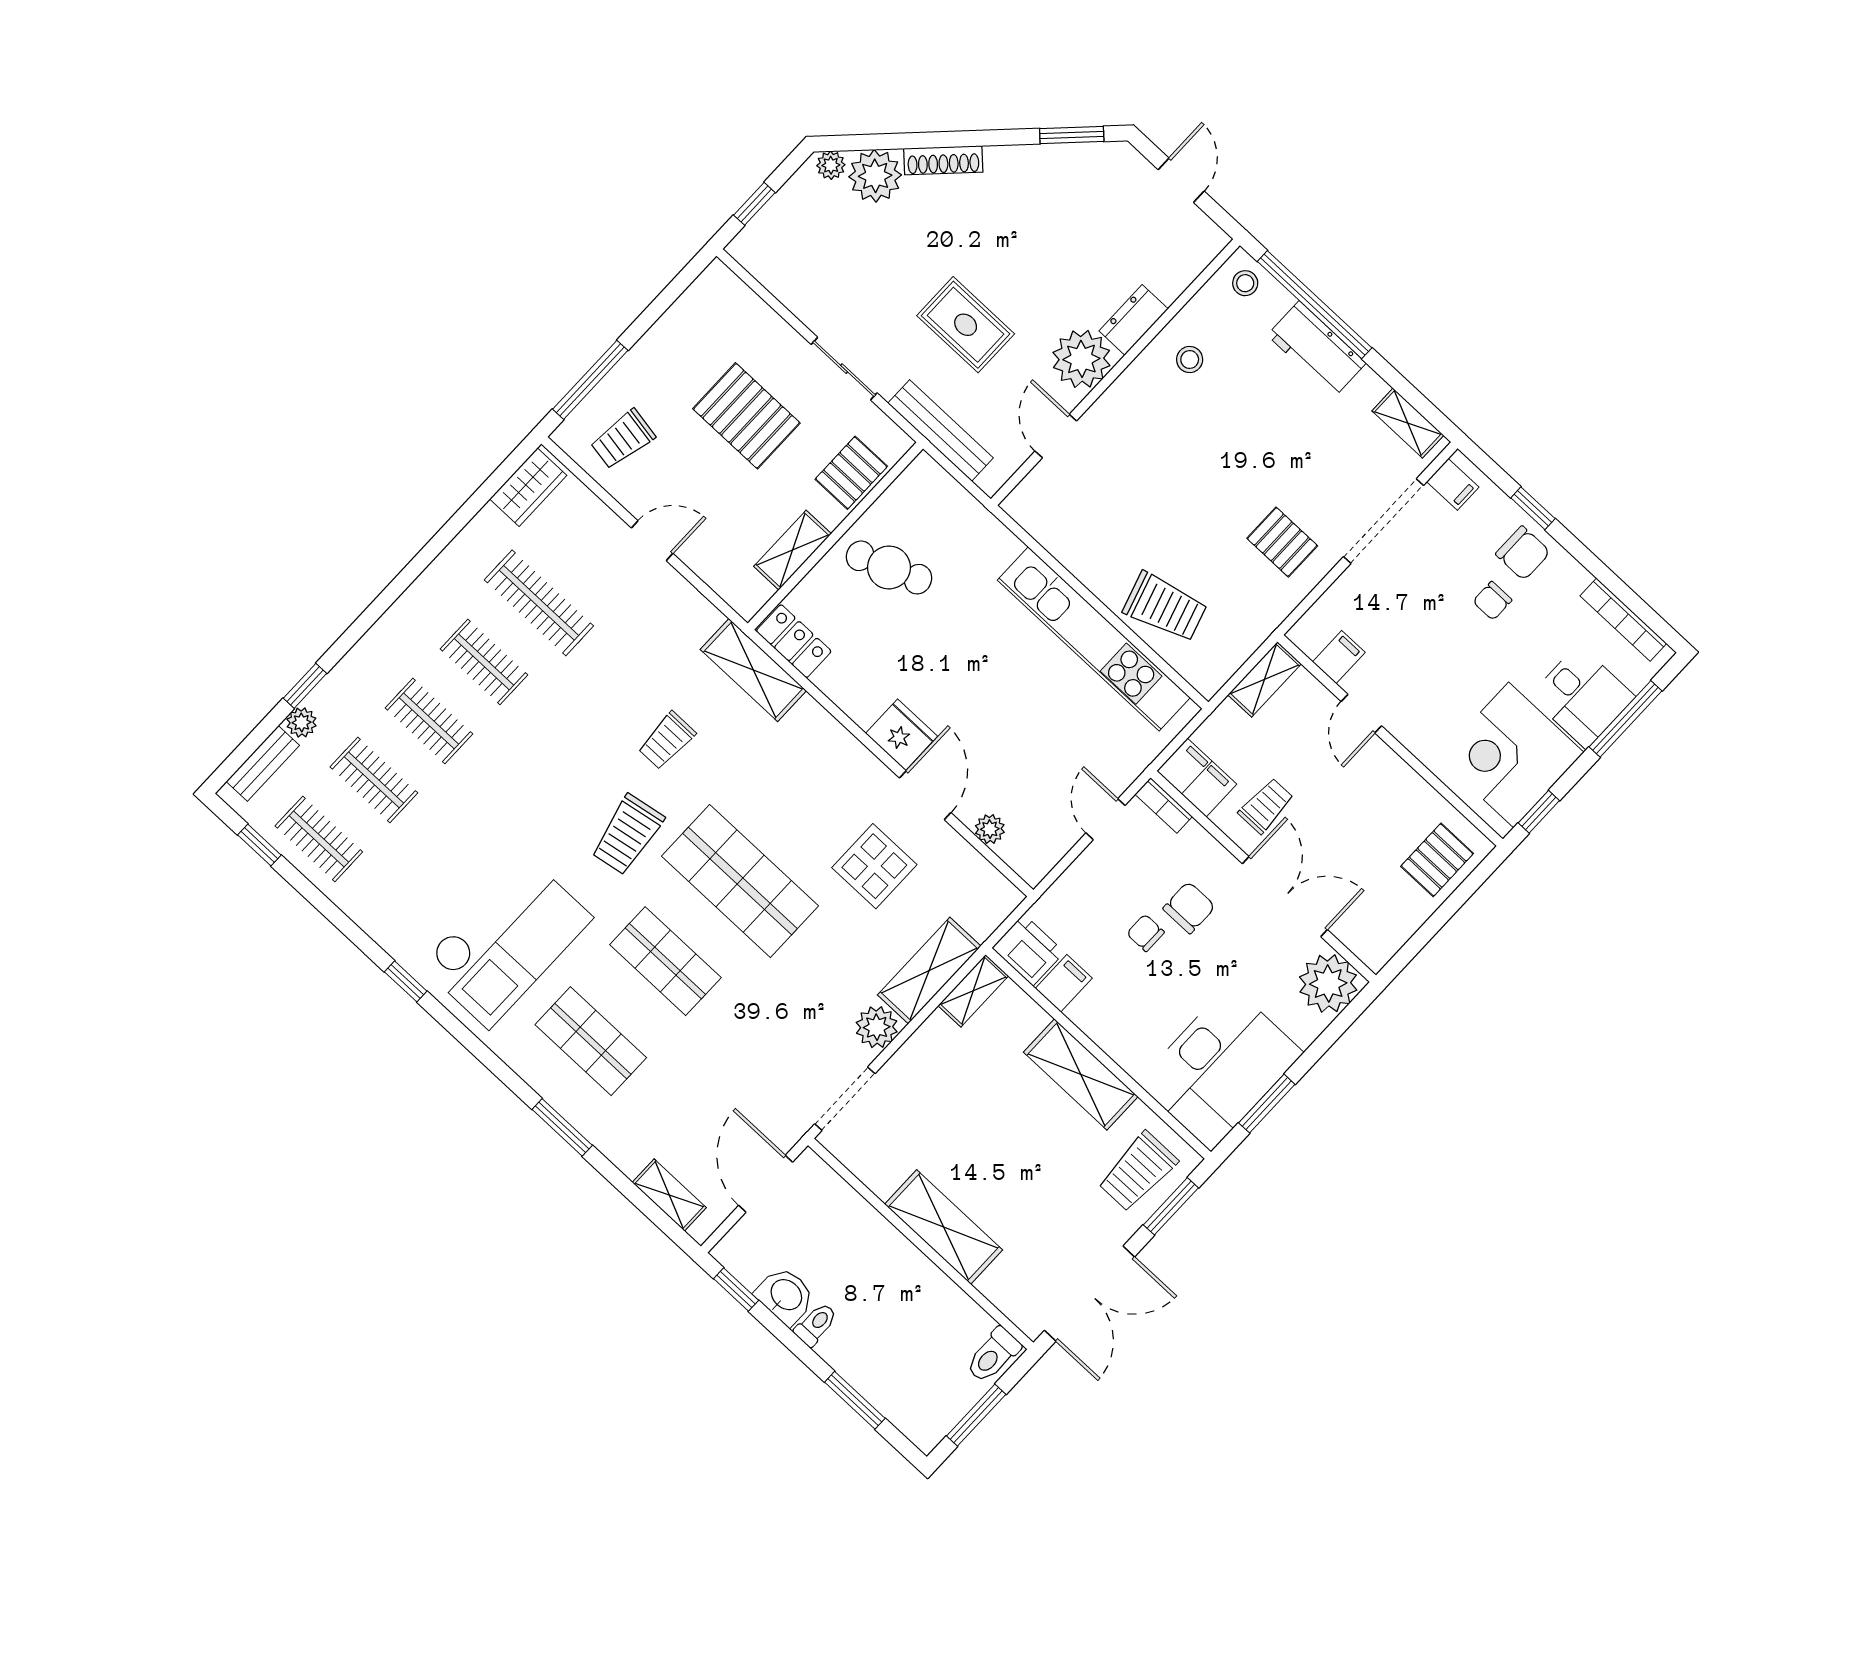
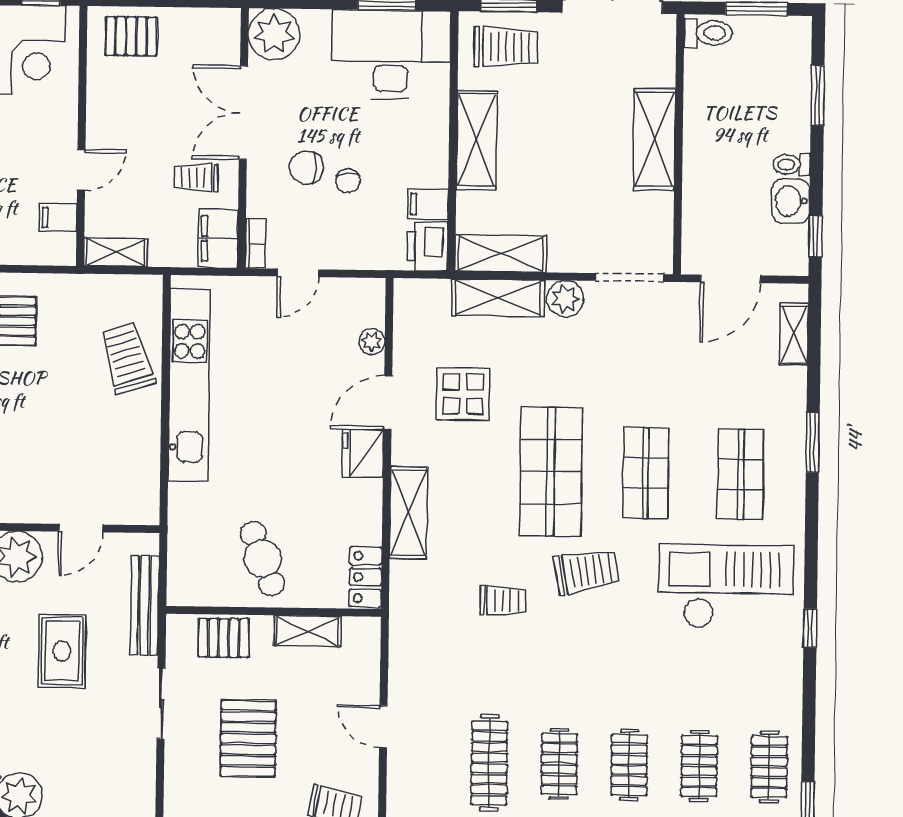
shelving: (753, 670) -> (409, 513), moved
shelving: (973, 991) -> (501, 254), width x1.50, depth x1.33

